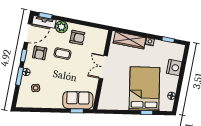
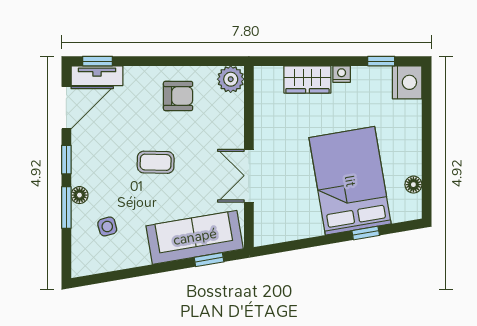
plant: (61, 27) -> (231, 79), moved
wardrobe: (130, 40) -> (307, 79), width x0.67
armchair: (40, 53) -> (101, 147), removed
coffee table: (63, 54) -> (156, 162), moved
double door: (103, 67) -> (249, 176), moved
nightstand: (174, 68) -> (407, 82), moved
sofa: (78, 100) -> (195, 237), width x1.36

